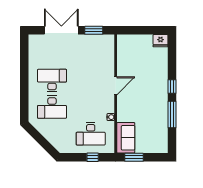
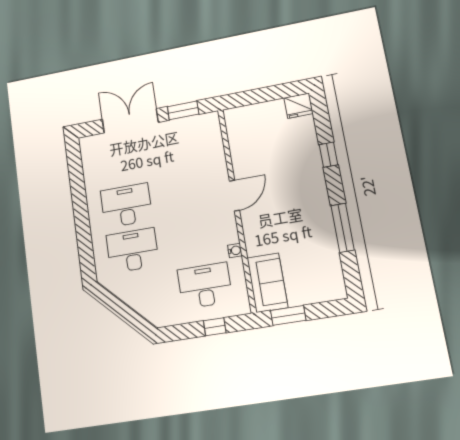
window: (172, 87) -> (329, 155), moved
desk: (52, 107) -> (132, 250), turned 180
desk: (91, 134) -> (205, 286), turned 180

